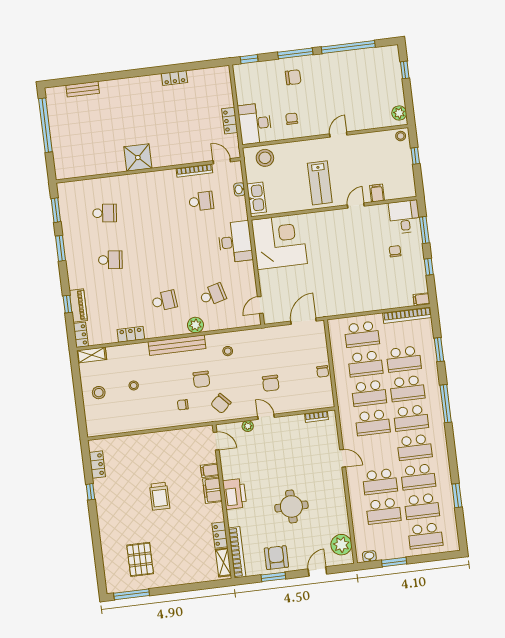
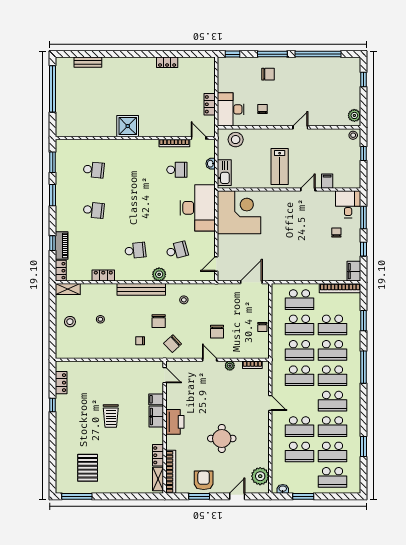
desk: (235, 242) -> (198, 208), width x1.36, depth x1.30
filing cabinet: (422, 299) -> (354, 271), width x2.00
plant: (248, 426) -> (230, 366), moved

